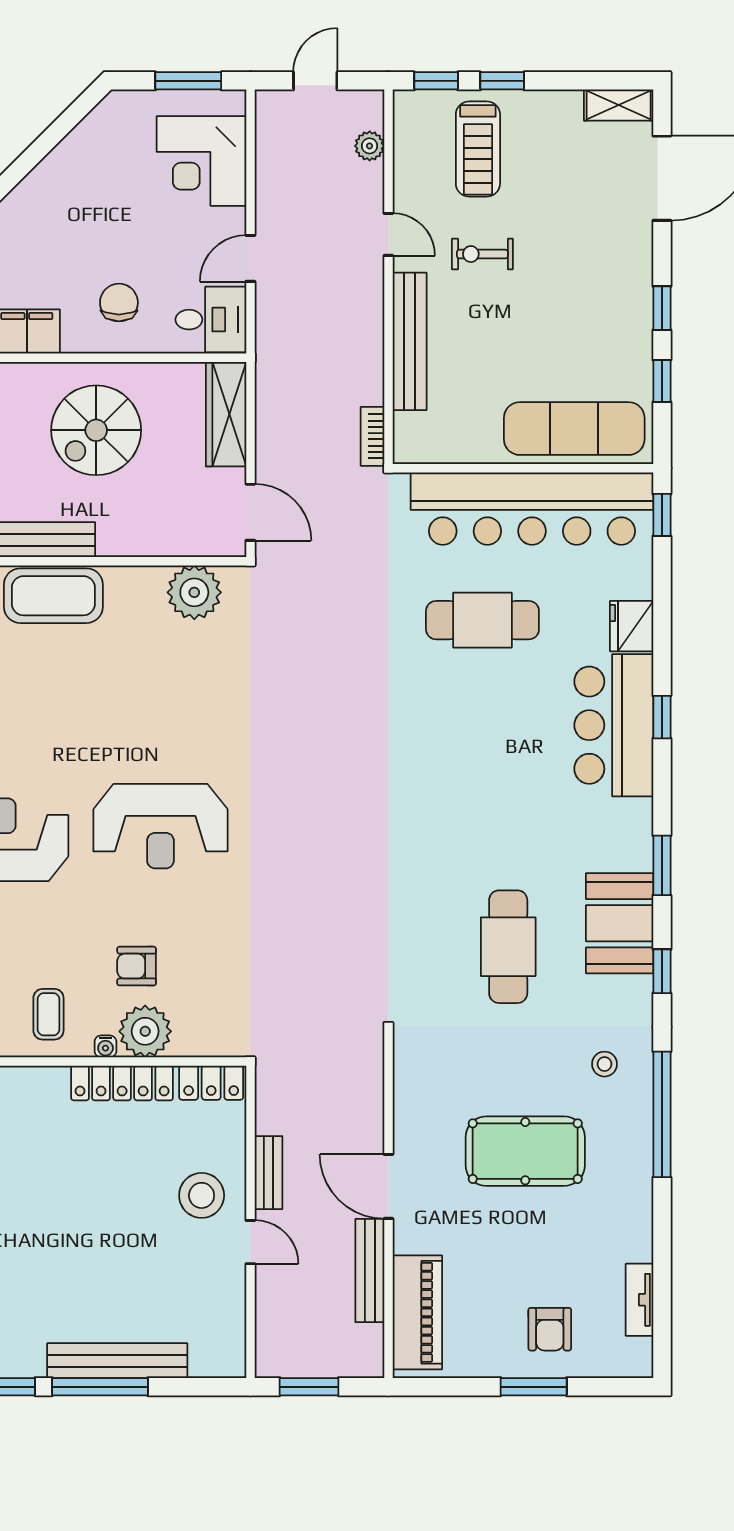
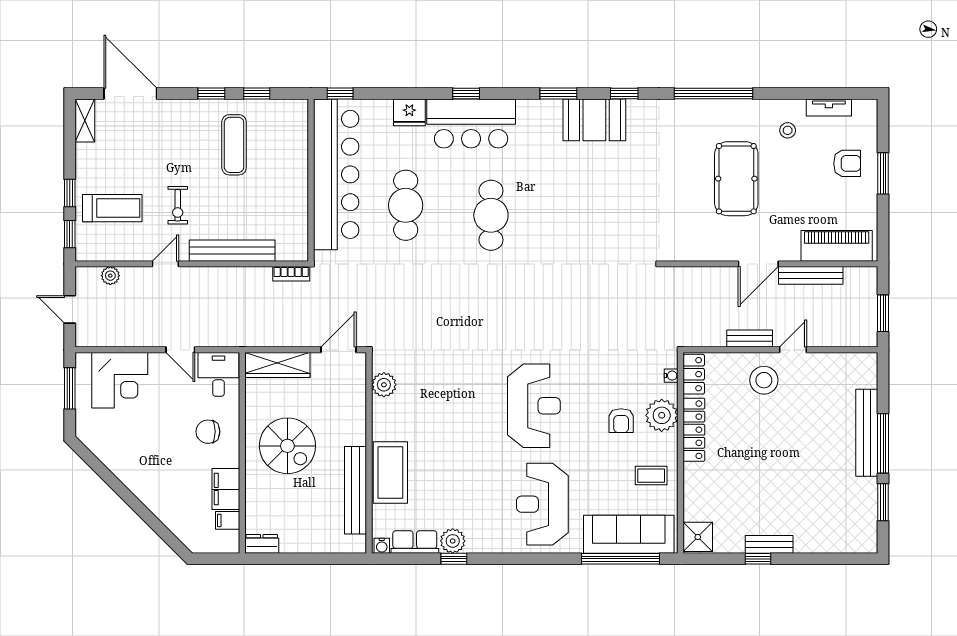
exercise mat: (574, 429) -> (234, 145), moved, width x0.73, depth x0.69
plant: (194, 592) -> (384, 385), width x0.73, depth x0.73
cafe table: (508, 947) -> (491, 215), moved, turned 90
water cooler: (105, 1046) -> (671, 376), moved
stool: (604, 1064) -> (788, 130), moved

